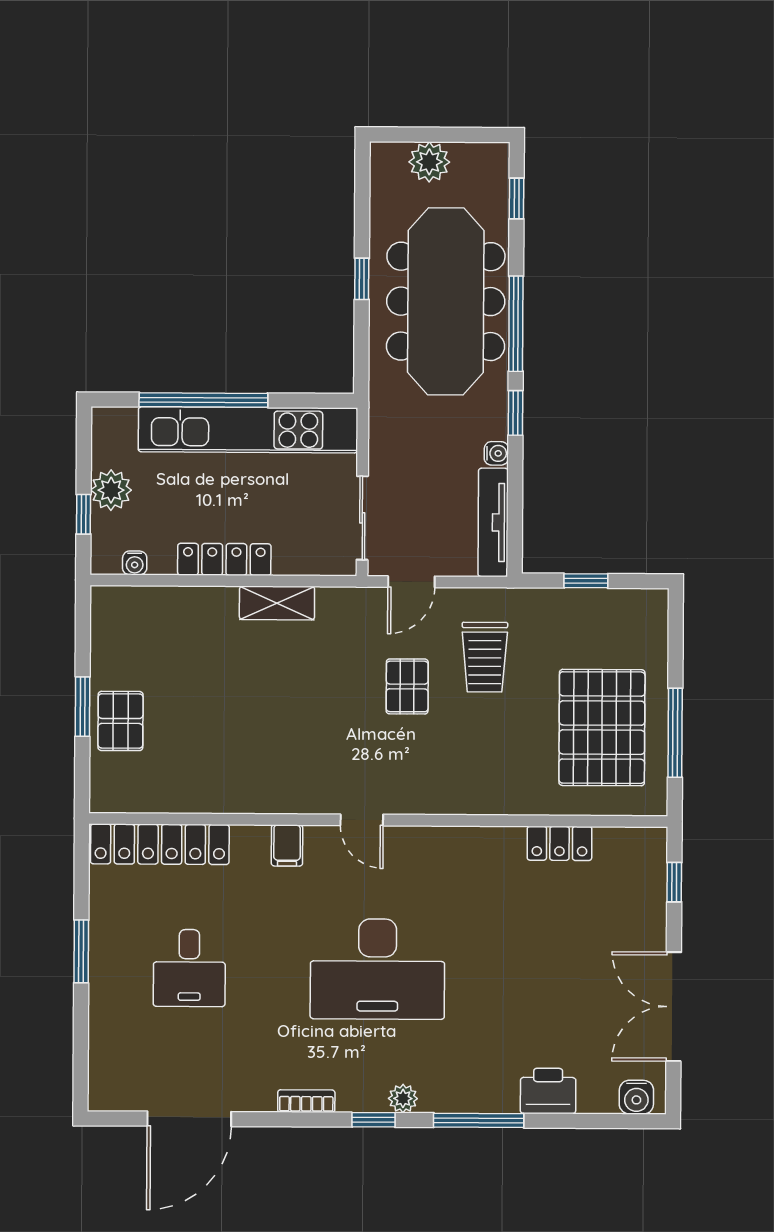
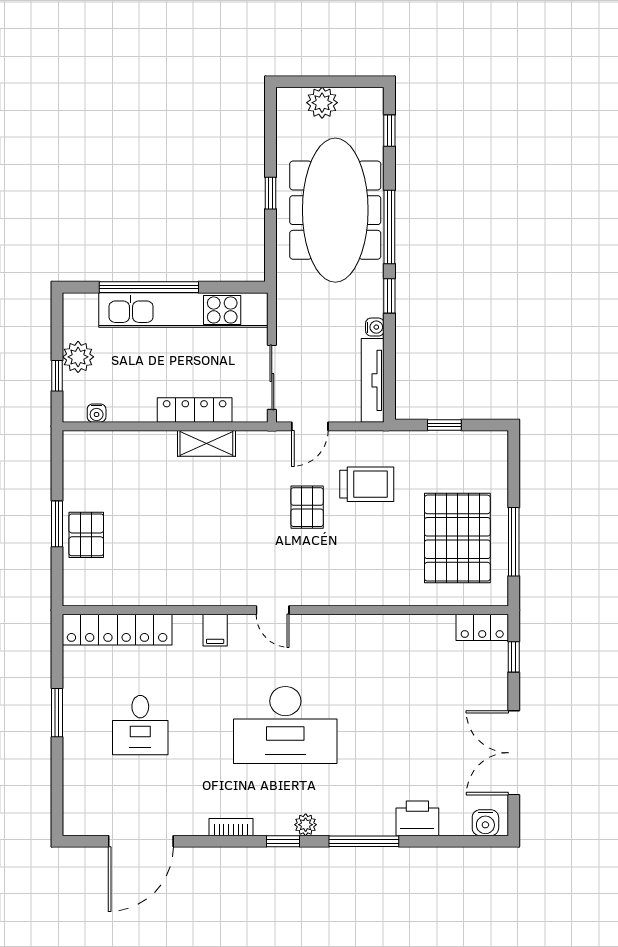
locker: (224, 559) -> (195, 410), moved
trolley: (485, 657) -> (367, 484), turned -90
locker: (559, 843) -> (482, 627), moved

